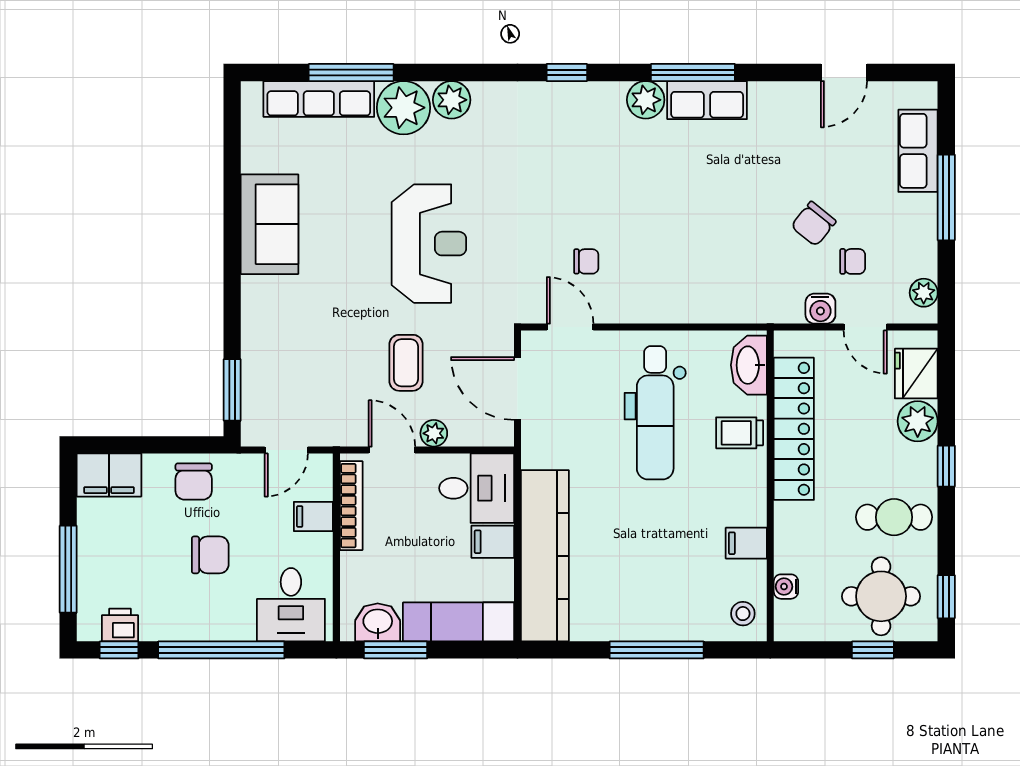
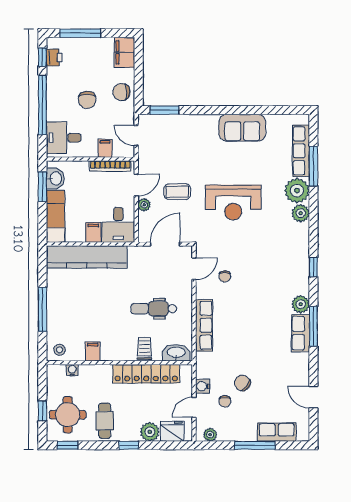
row of seats: (691, 306) -> (204, 325), added
dental chair: (655, 413) -> (154, 309), width x0.73, depth x0.72

